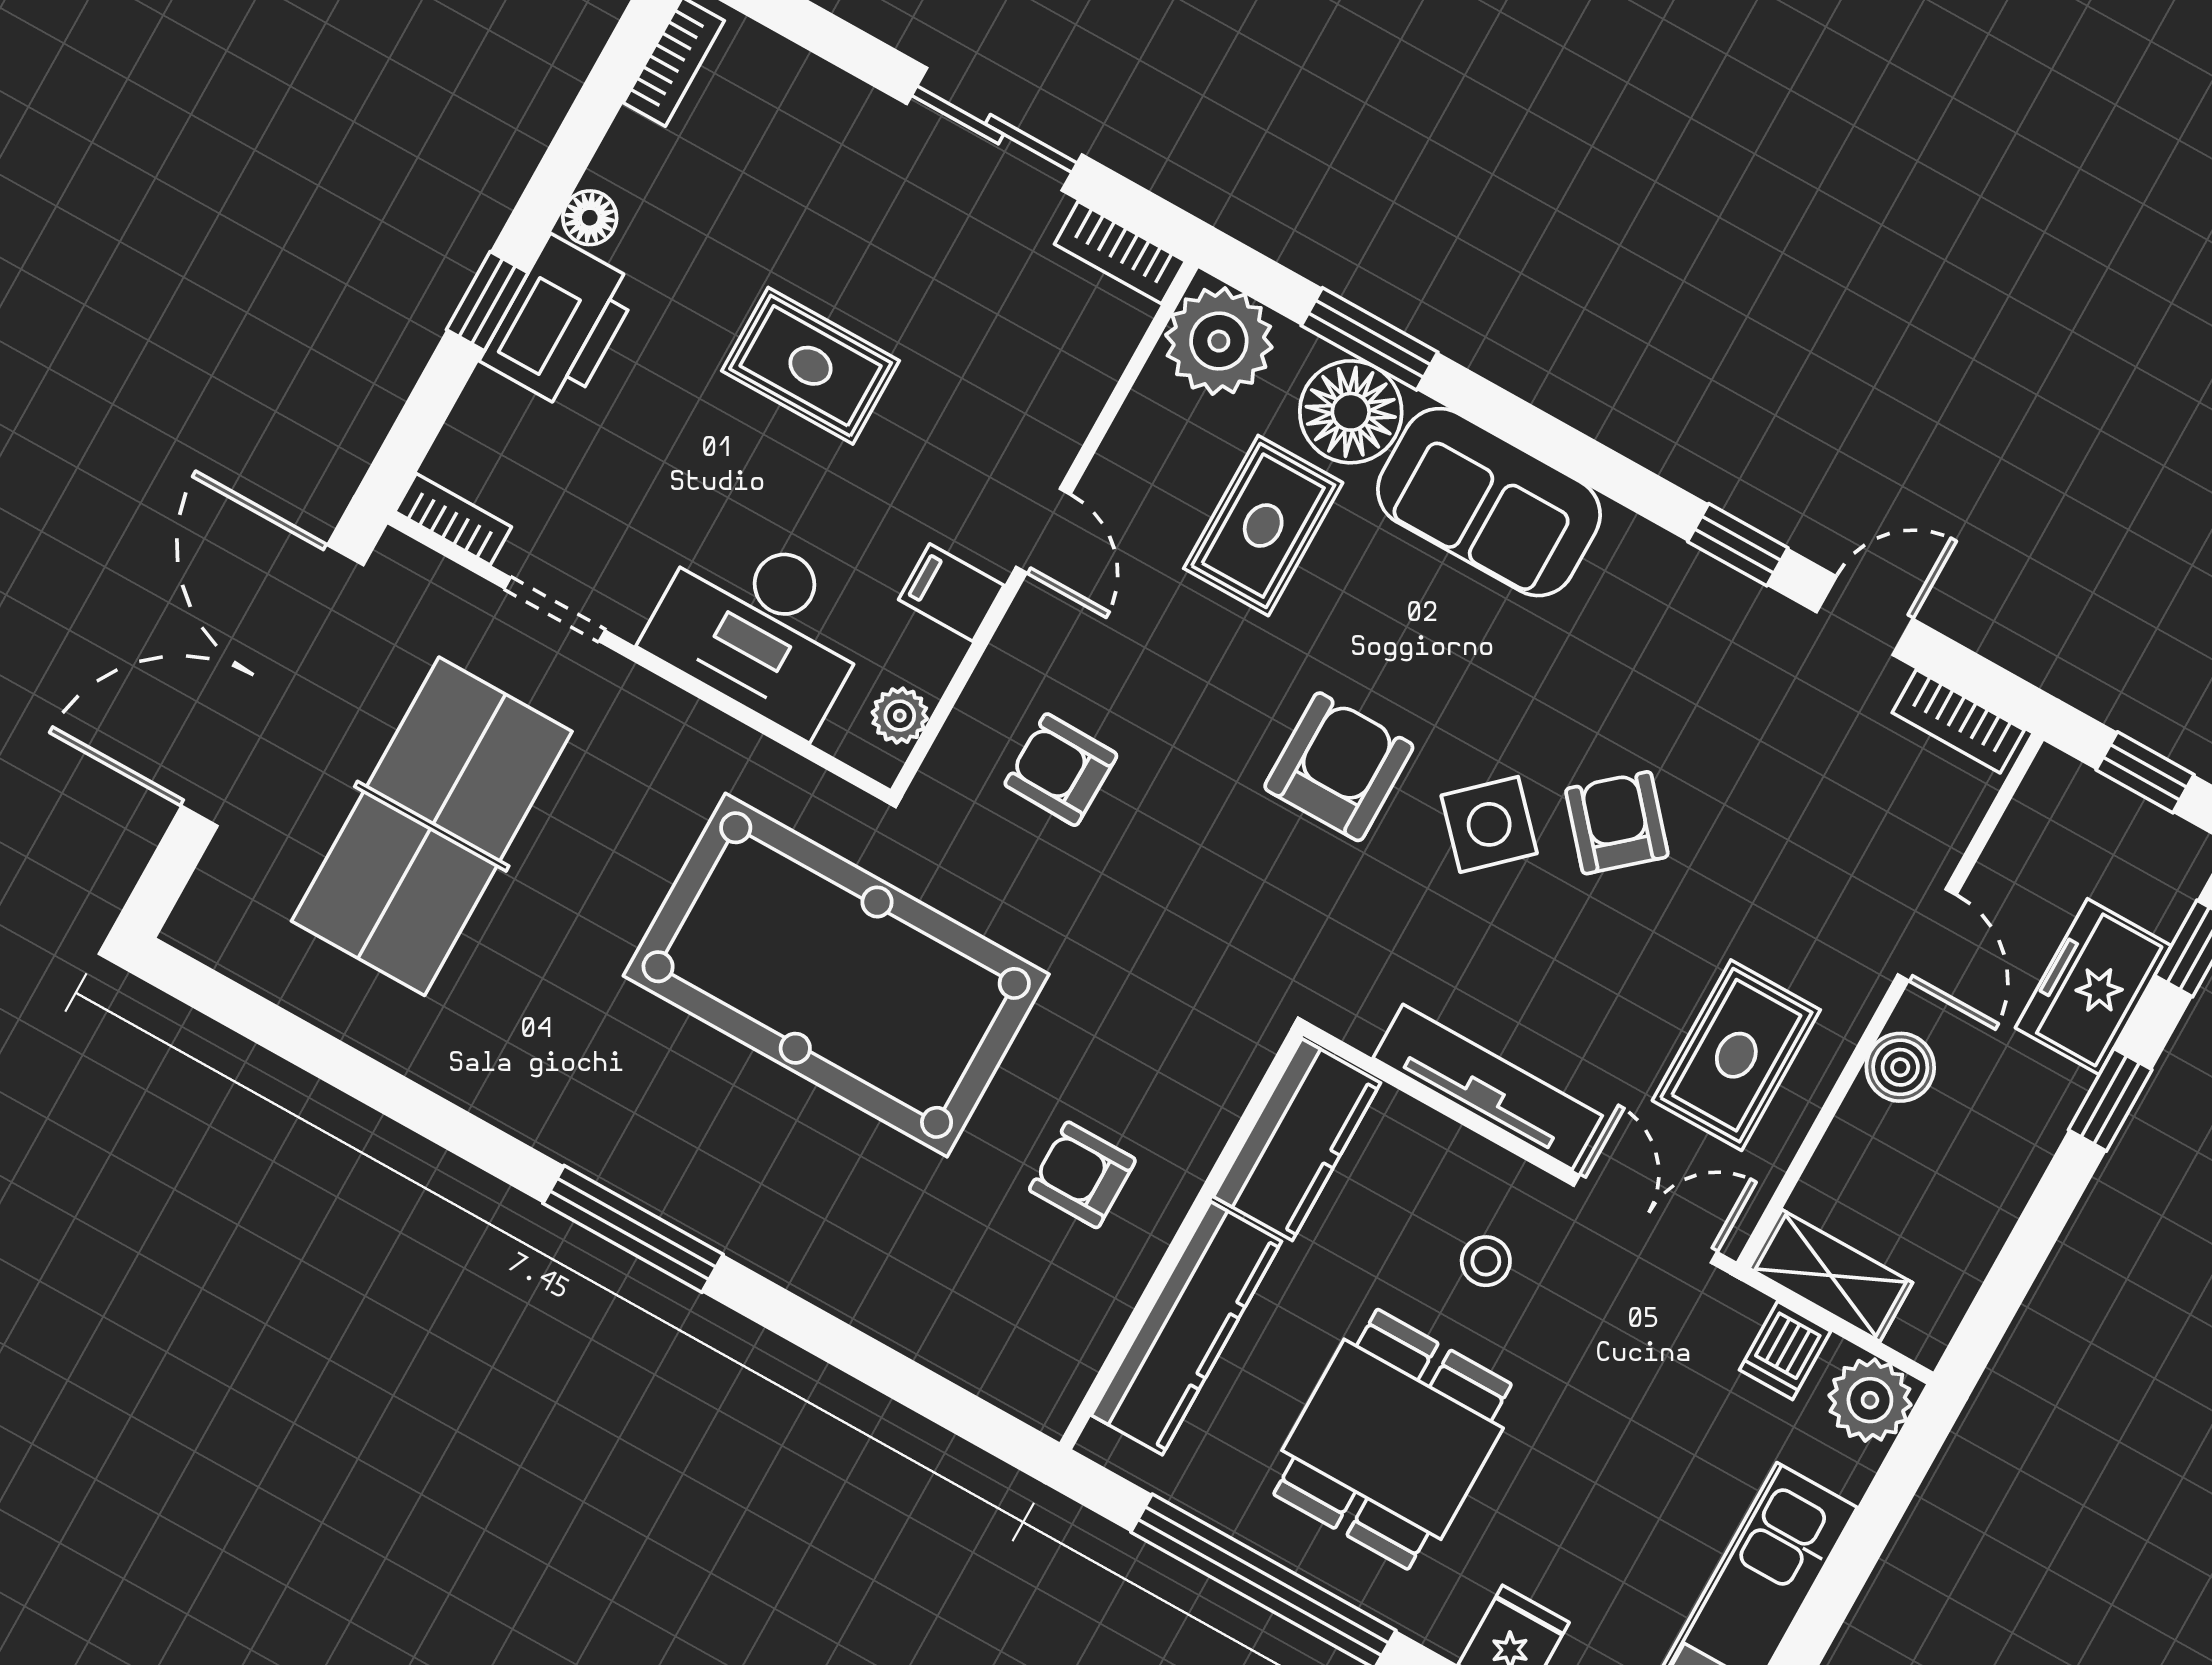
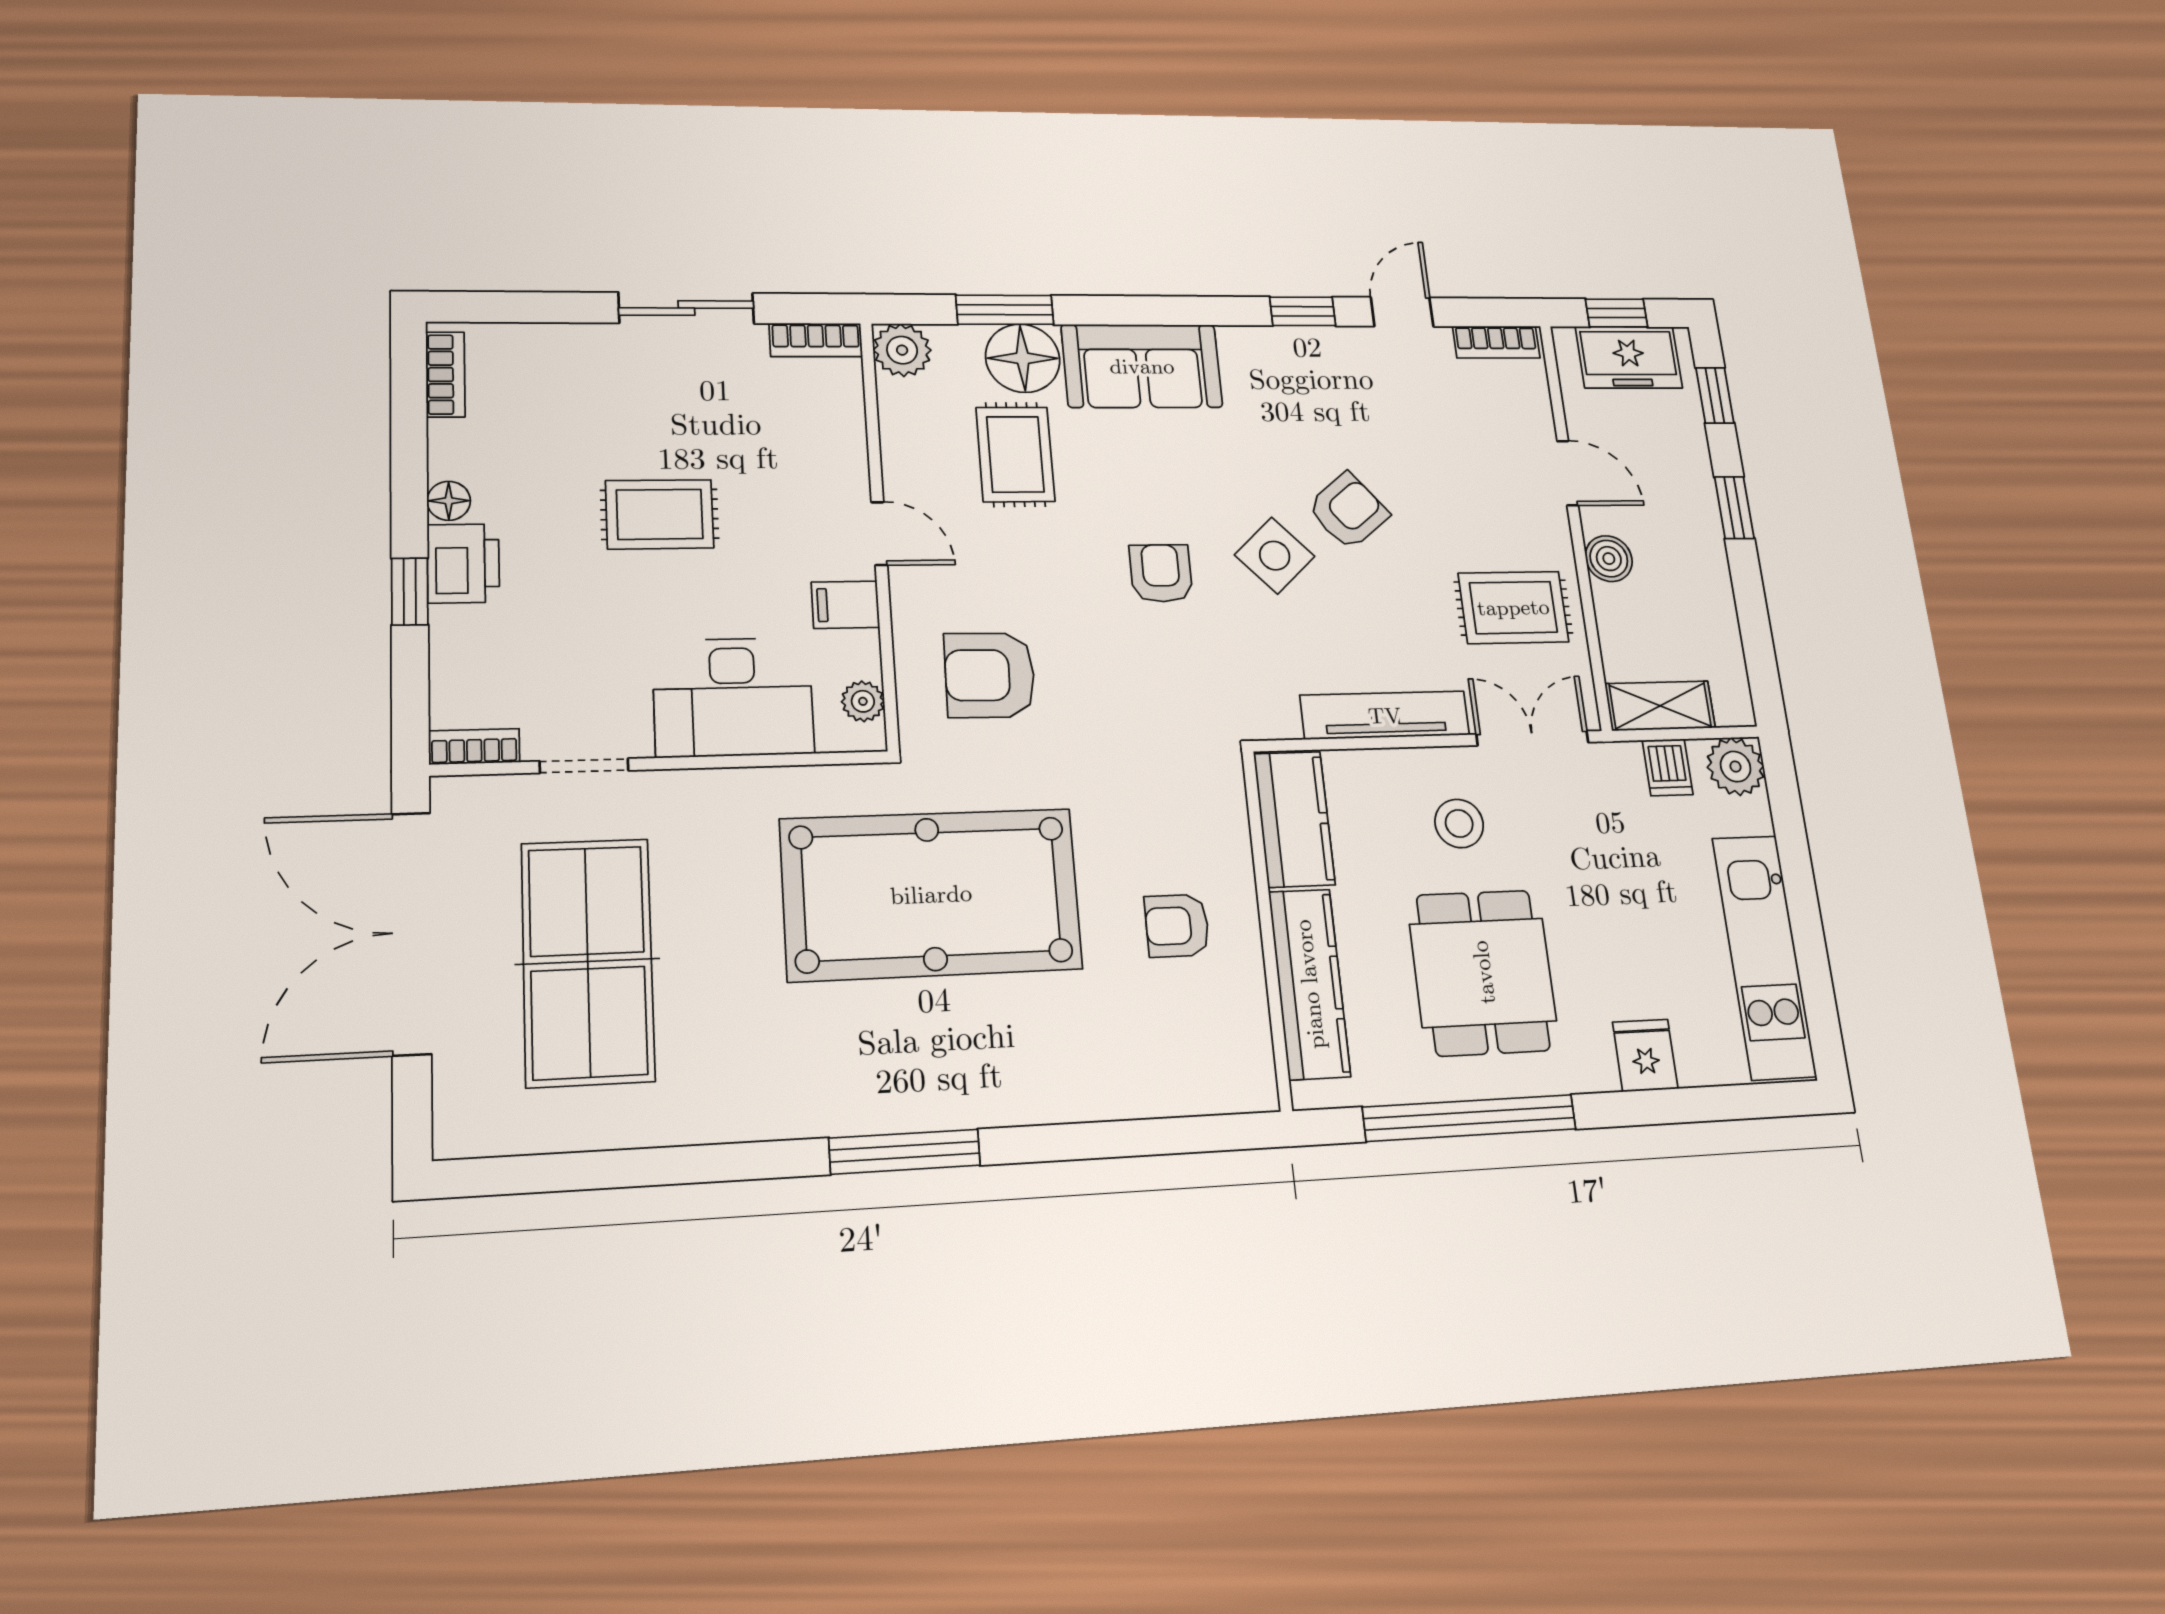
printer: (561, 323) -> (463, 563), width x0.73, depth x0.84
plant: (1219, 341) -> (902, 350), width x0.73, depth x0.73
armchair: (1339, 767) -> (1161, 573), width x0.72, depth x0.72
armchair: (1061, 770) -> (990, 675), width x1.38, depth x1.38
armchair: (1617, 823) -> (1348, 511), turned 92
freezer: (2093, 987) -> (1629, 357), moved, turned -90
rug: (1736, 1055) -> (1513, 607), turned 90
stool: (1486, 1261) -> (1459, 823), width x1.37, depth x1.37

